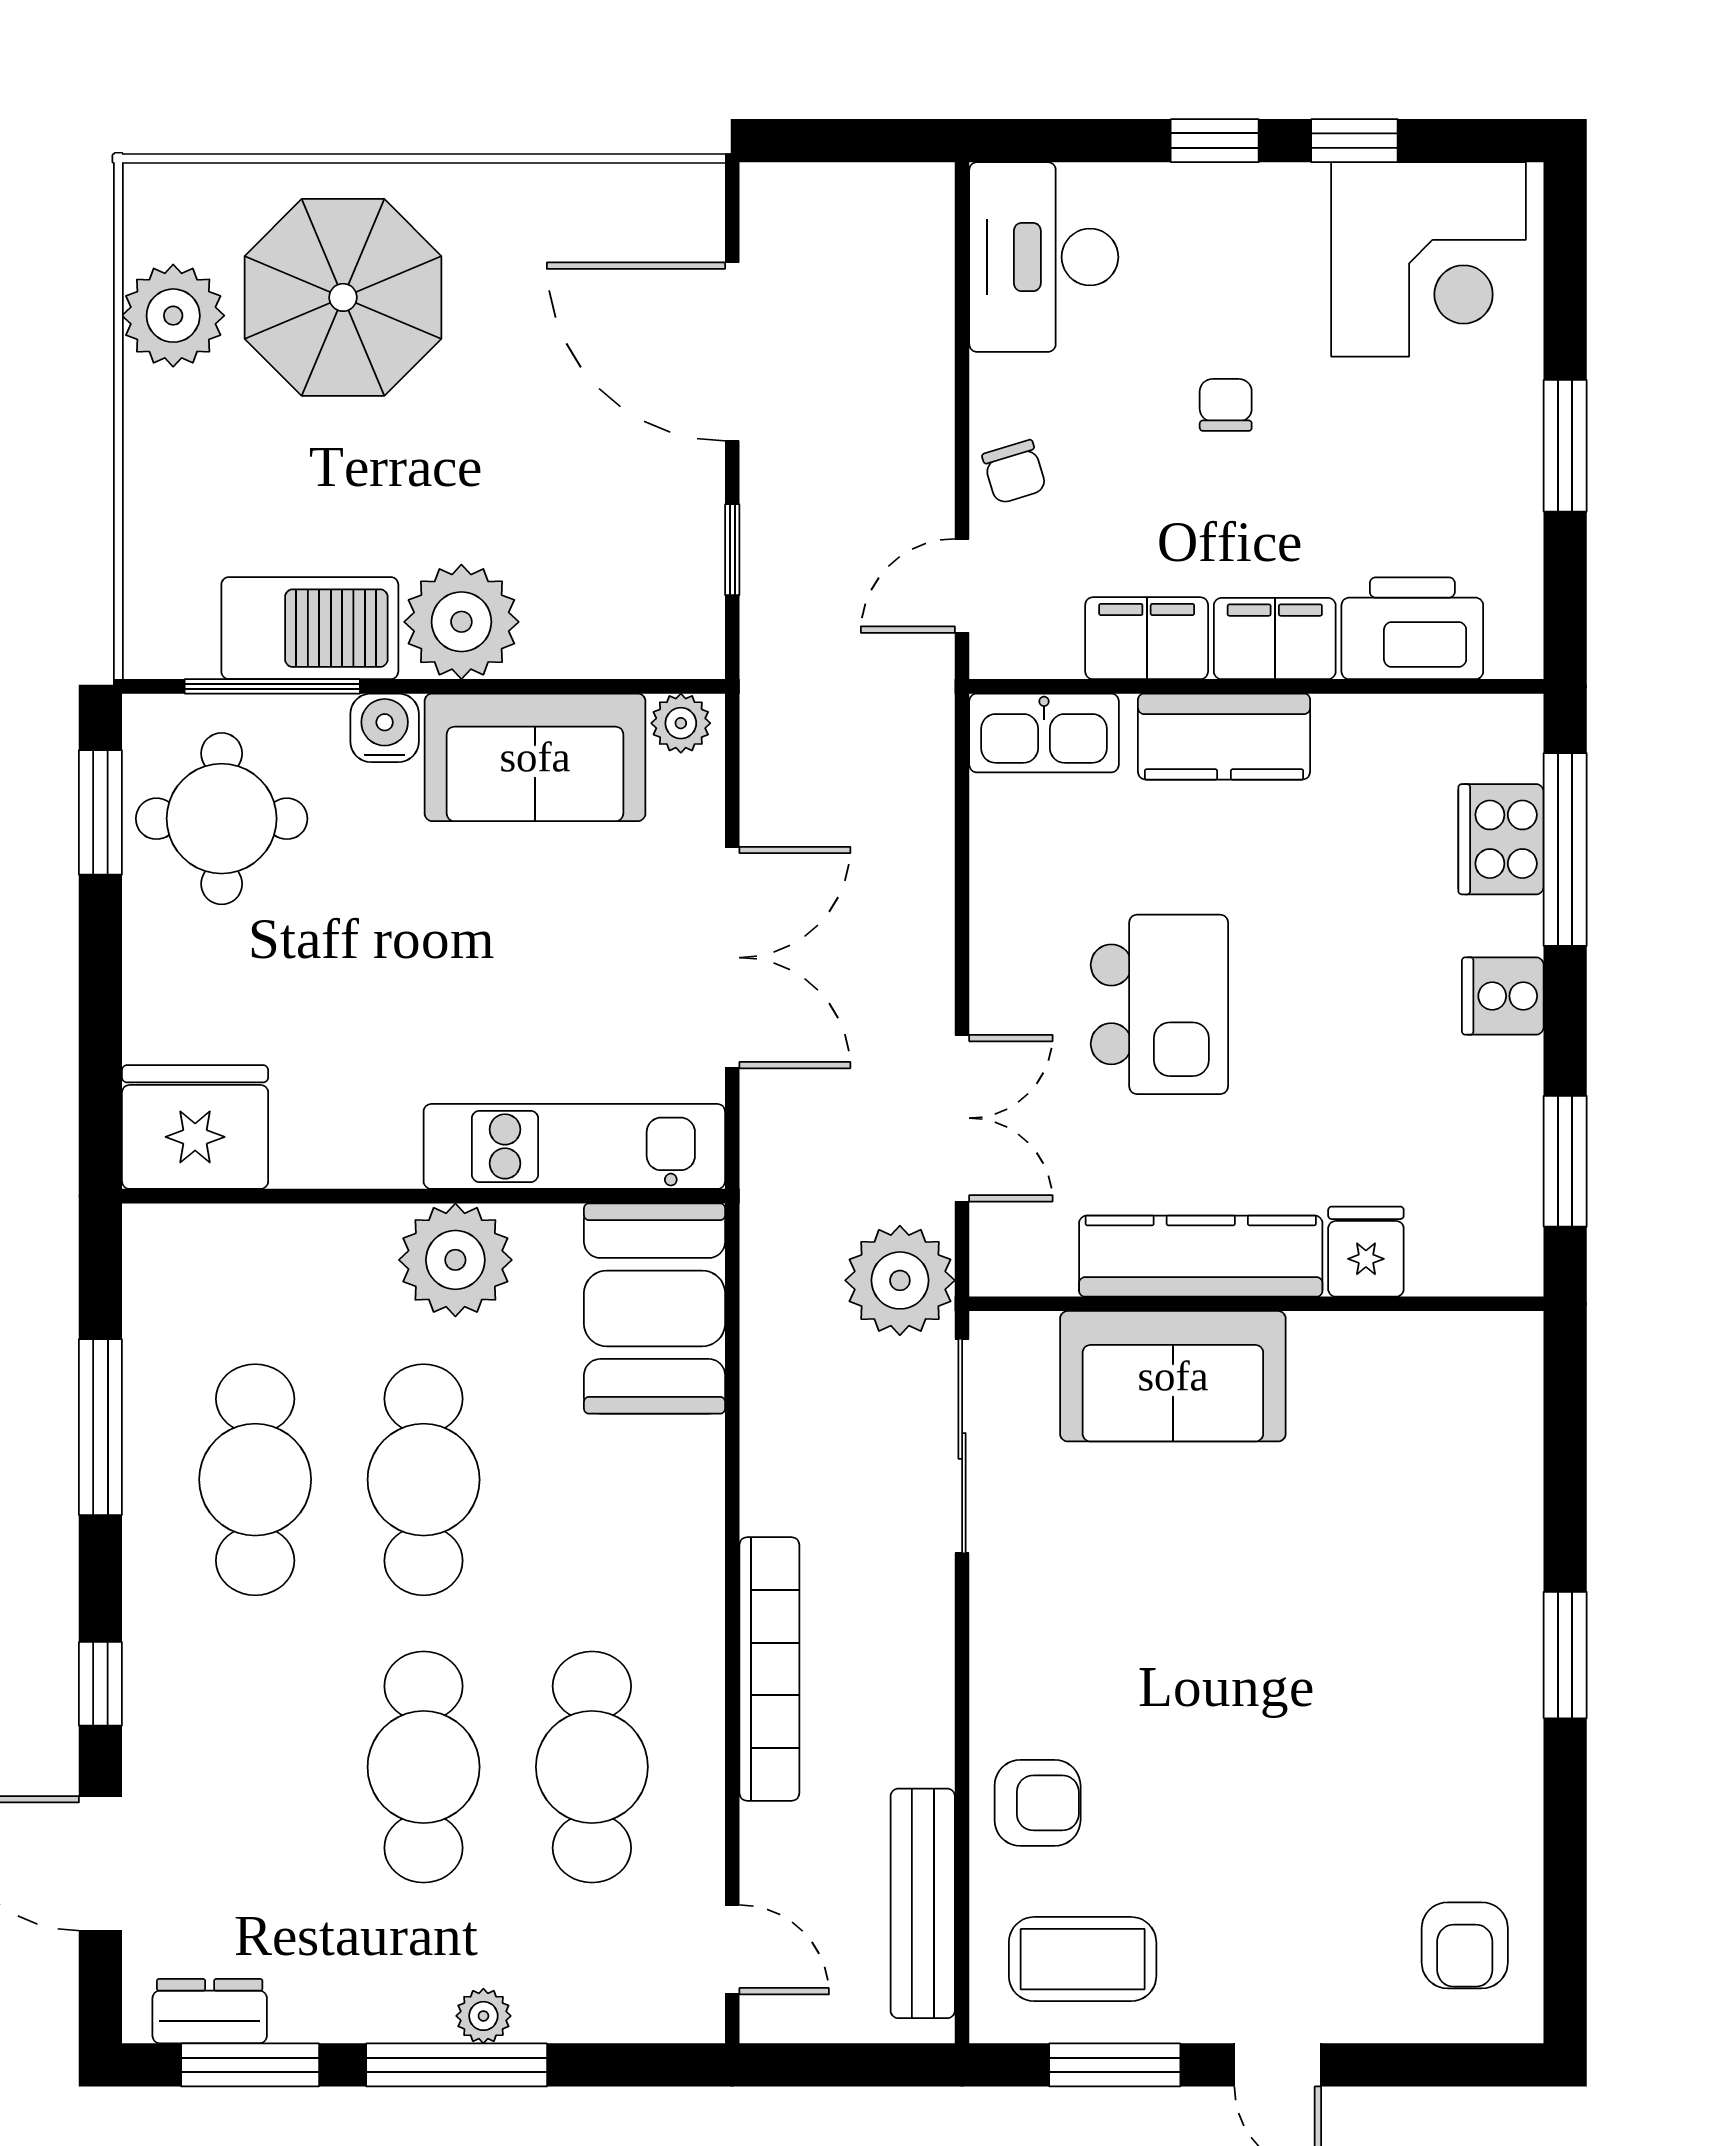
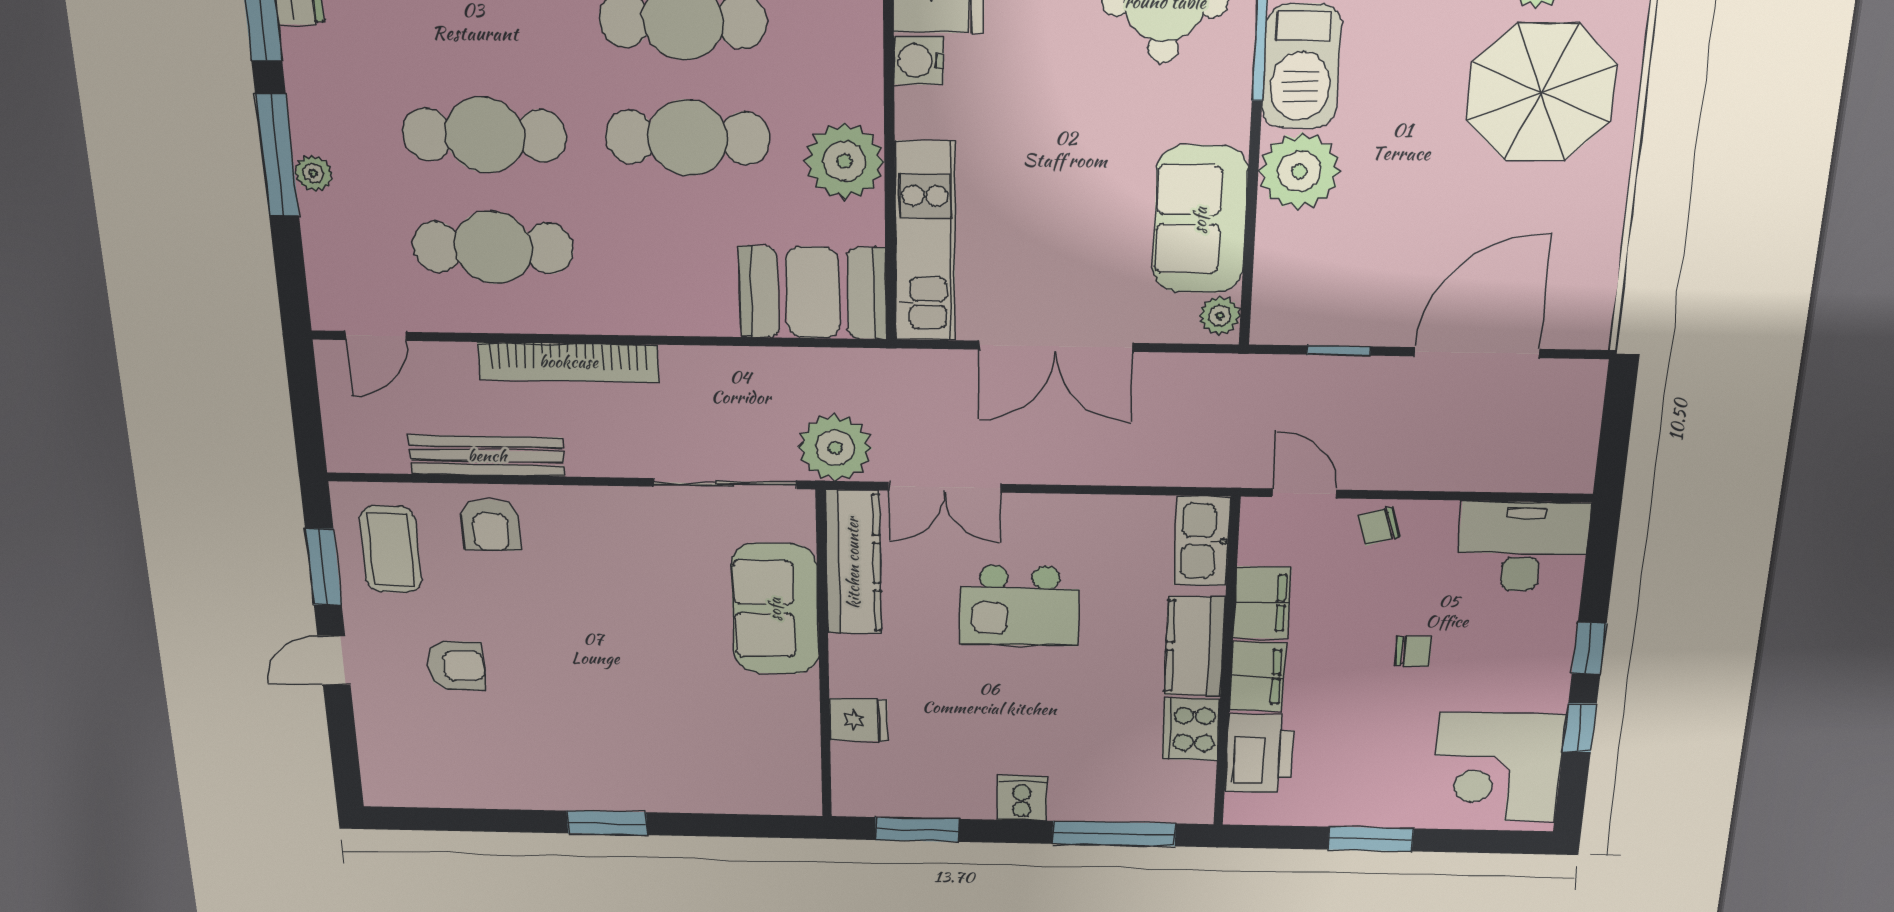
water cooler: (385, 728) -> (919, 61), moved, turned 180
cooker: (1501, 839) -> (1191, 729), moved, turned -90
kitchen counter: (1201, 1256) -> (853, 563), moved
bench: (923, 1903) -> (487, 456), moved
armchair: (1465, 1945) -> (456, 666), moved, turned 180

